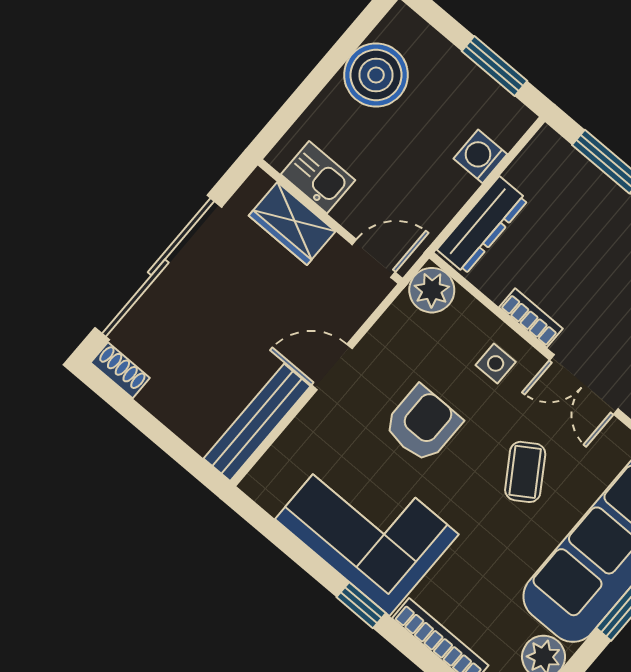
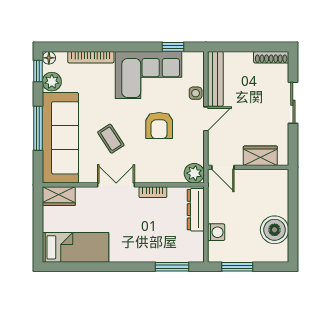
kitchen sink: (318, 177) -> (265, 179), removed
door: (374, 258) -> (223, 167), hinge flipped
sliding door: (158, 267) -> (293, 103), width x0.54
side table: (496, 363) -> (196, 93), moved
shoe rack: (120, 370) -> (271, 57), width x1.43
window: (361, 605) -> (173, 47), moved

